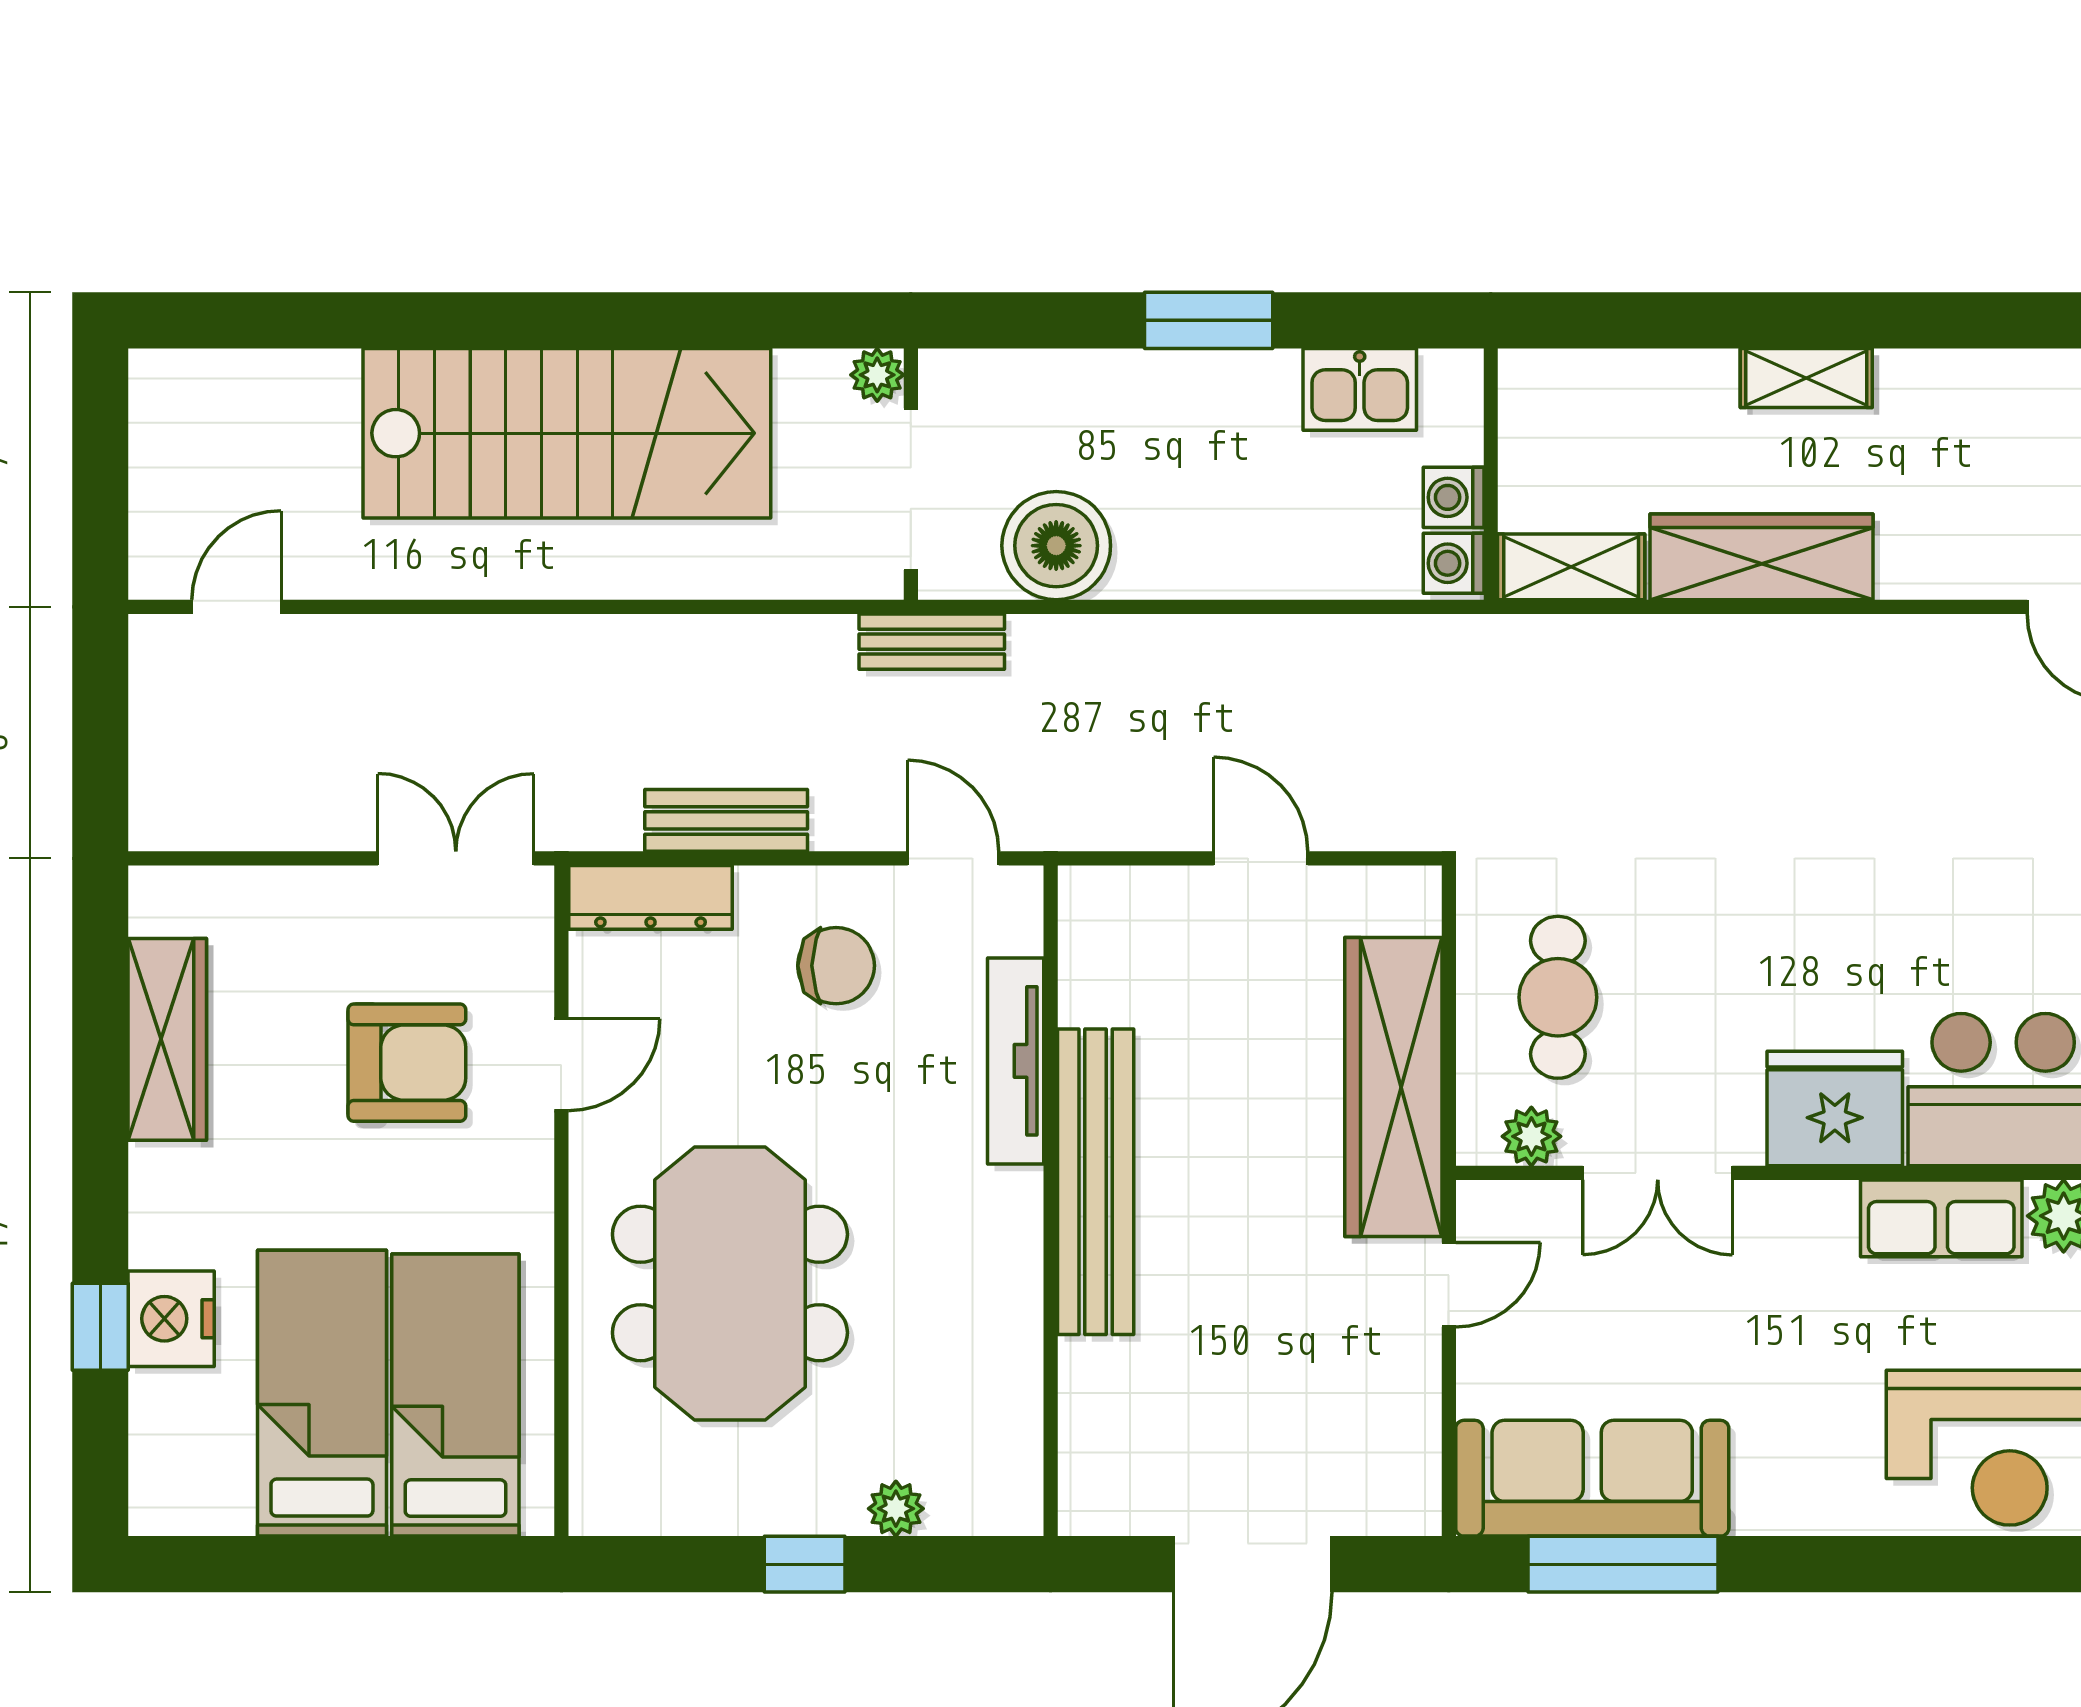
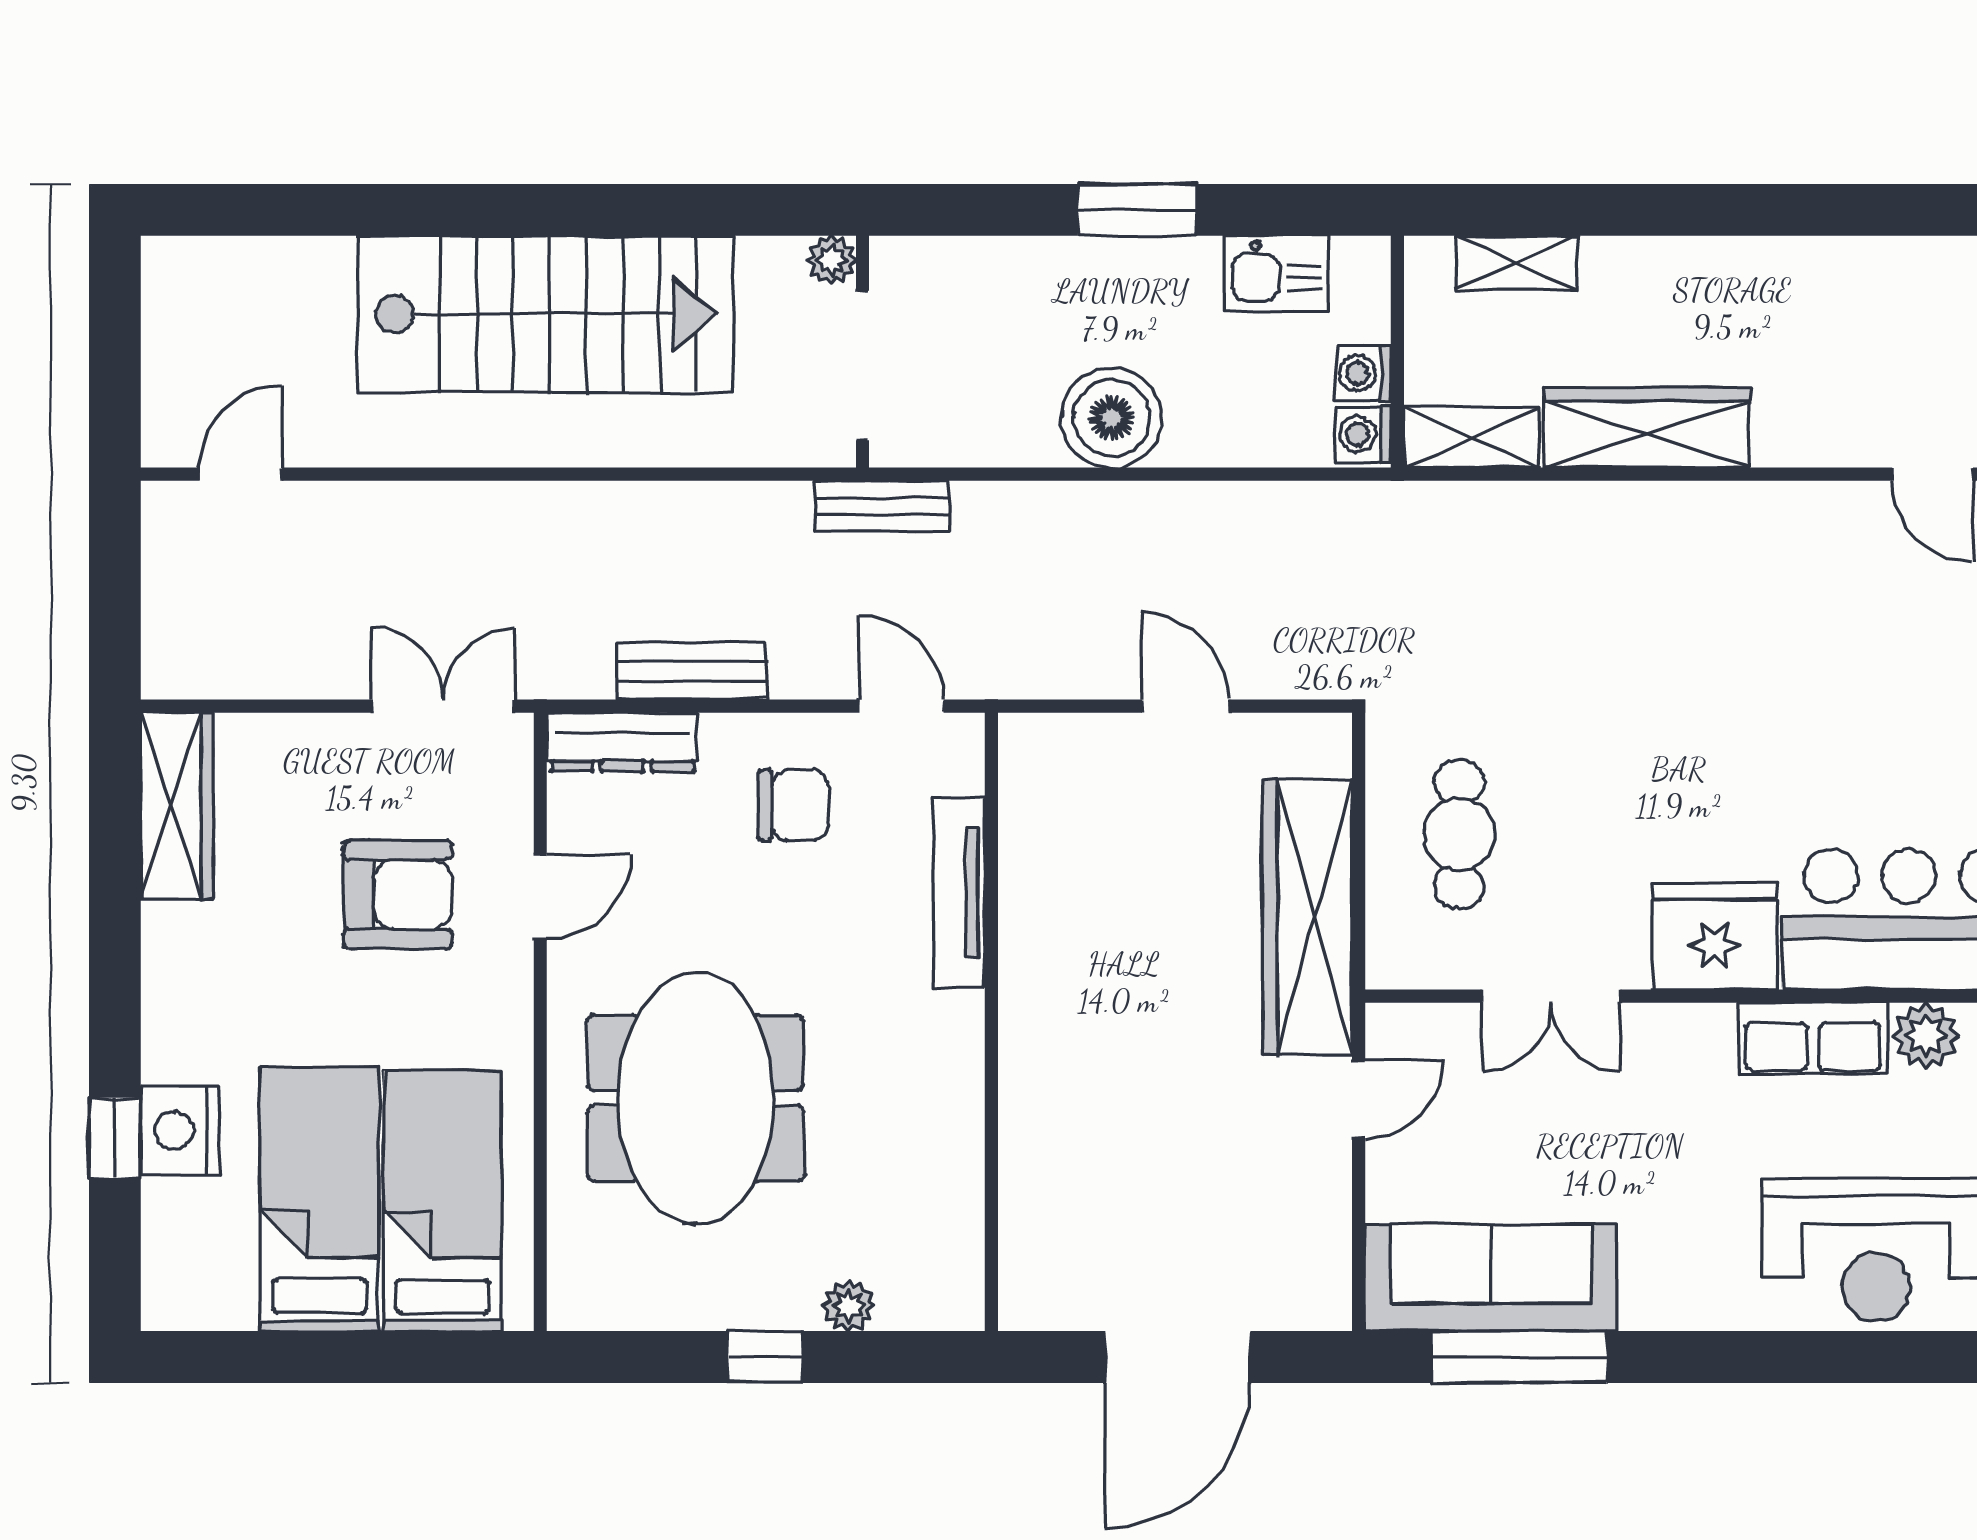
shelving: (1806, 378) -> (1516, 263), moved
boiler: (1056, 546) -> (1112, 418), moved
wardrobe: (167, 1039) -> (177, 806), moved
plant: (1531, 1136) -> (1435, 963), removed
bench: (1096, 1182) -> (1033, 1004), removed

